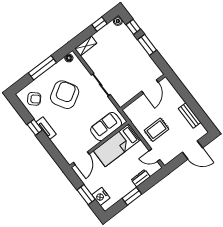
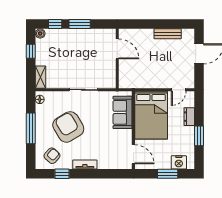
window: (35, 127) -> (62, 174), moved
rug: (156, 130) -> (158, 71), removed
bed: (117, 145) -> (151, 115), width x1.50

